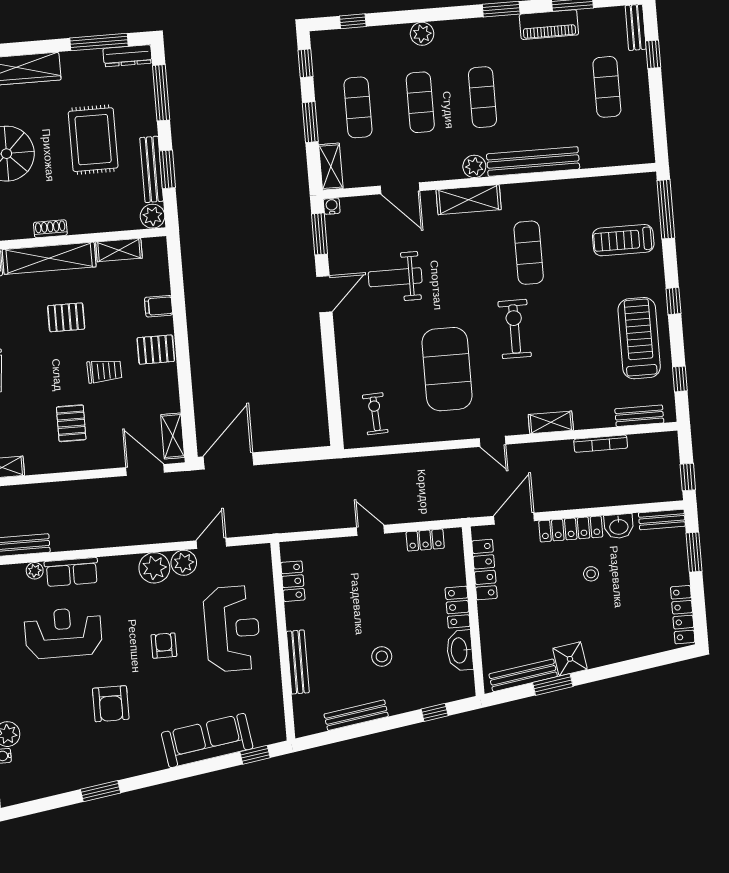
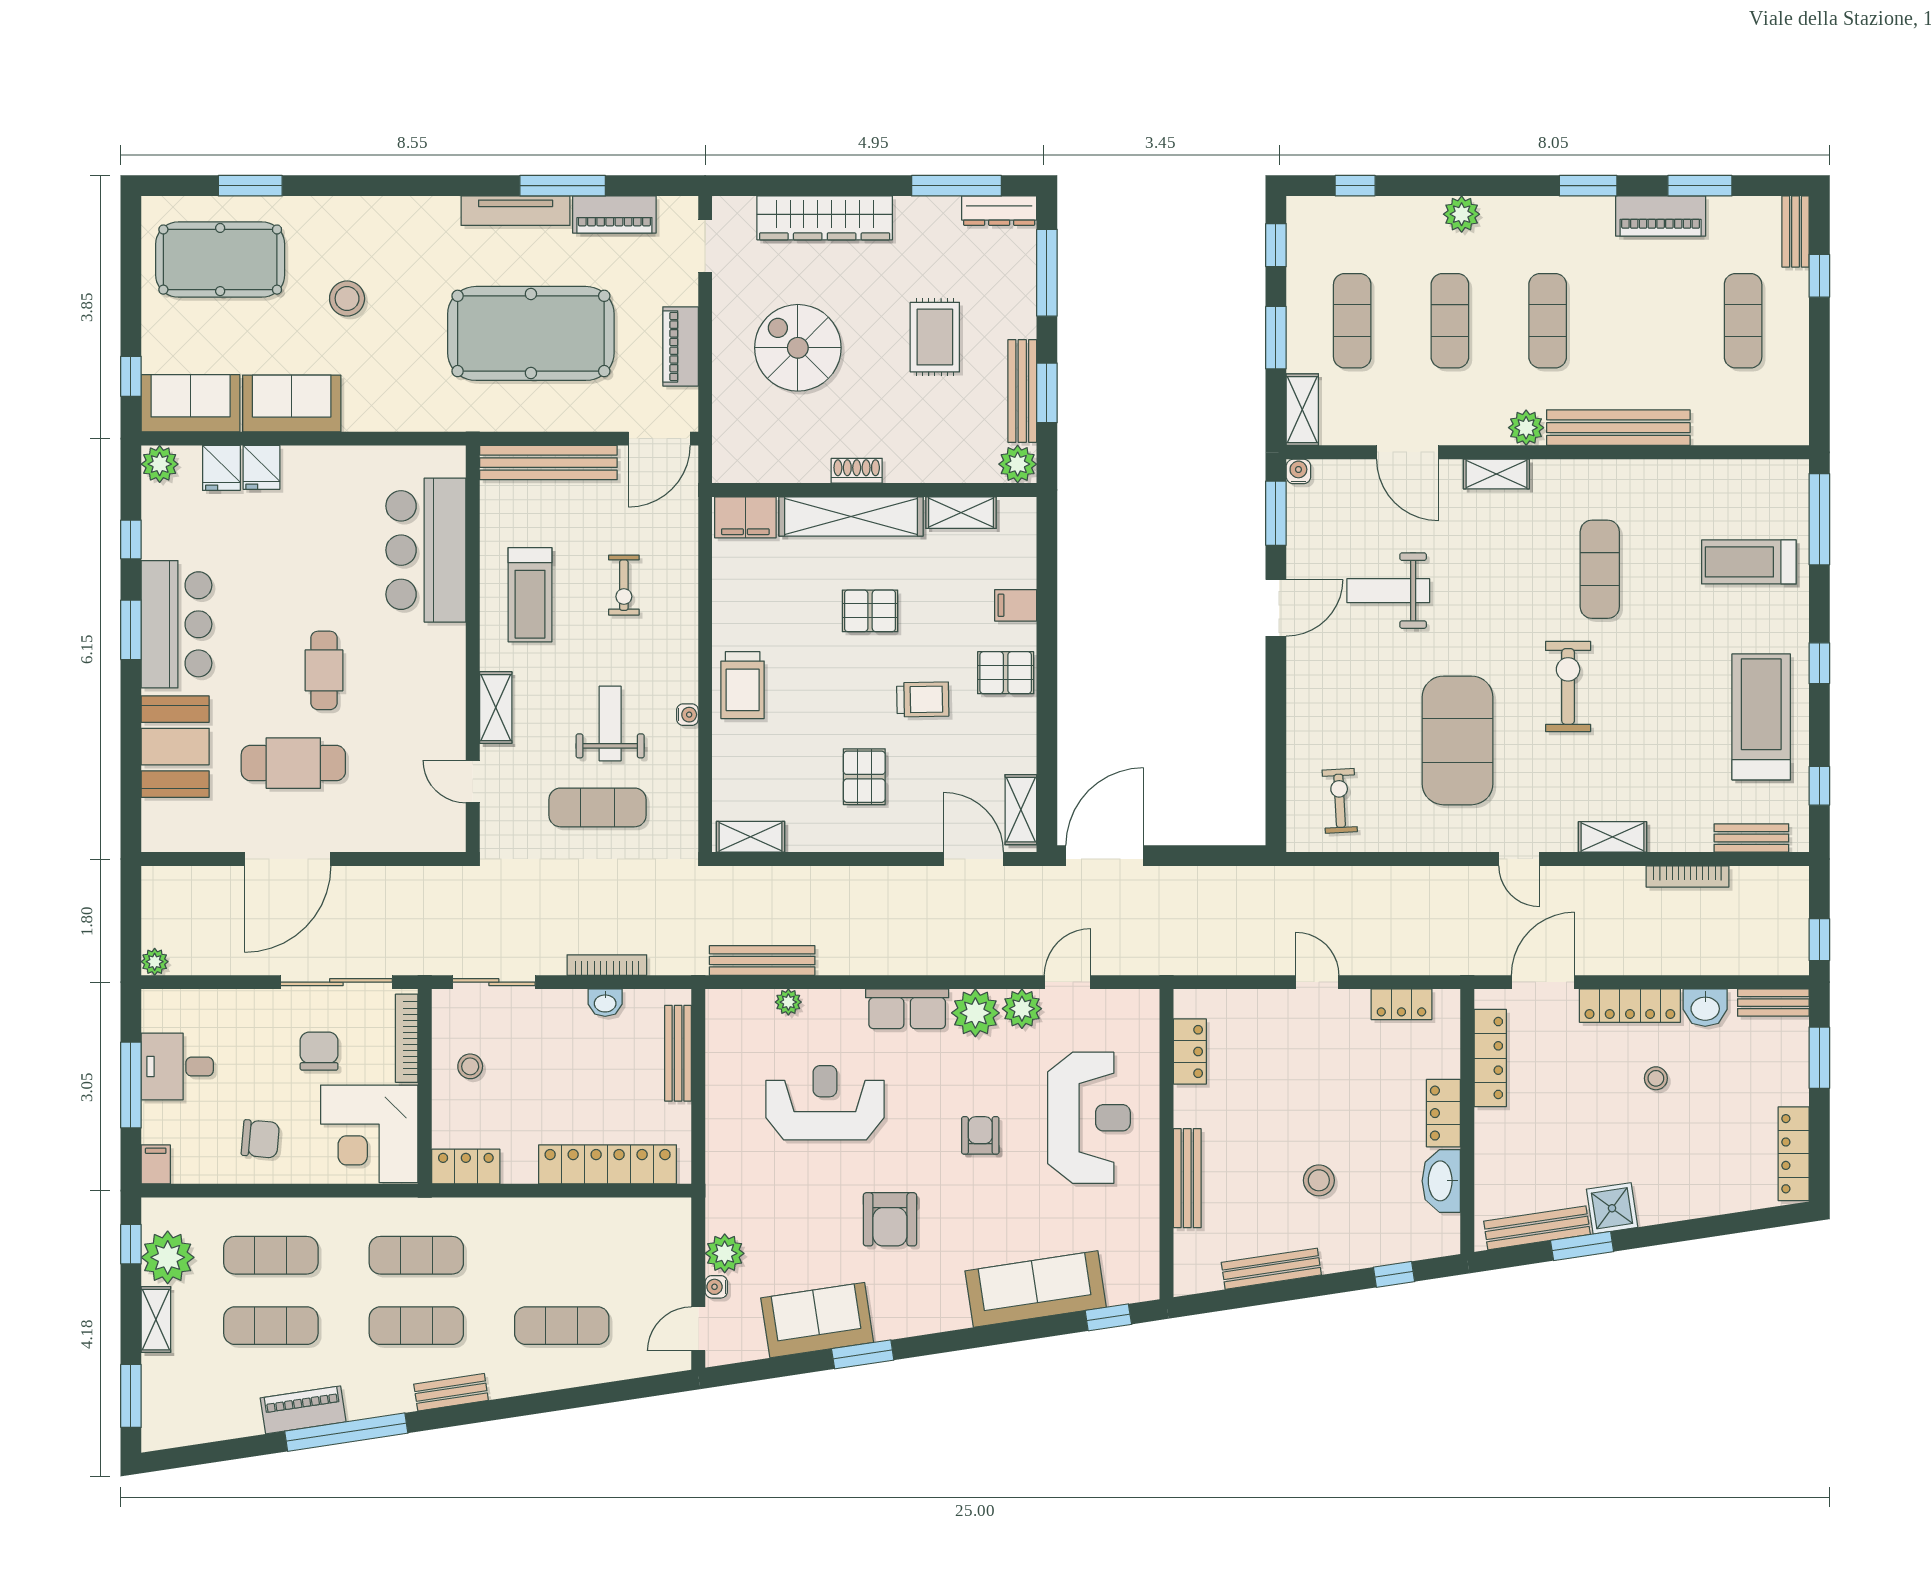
rug: (93, 140) -> (935, 337), width x0.73, depth x0.70
shelving: (469, 200) -> (1496, 474), width x0.67, depth x0.75
row of seats: (72, 572) -> (907, 1009), moved
sofa: (70, 772) -> (817, 1320), added

